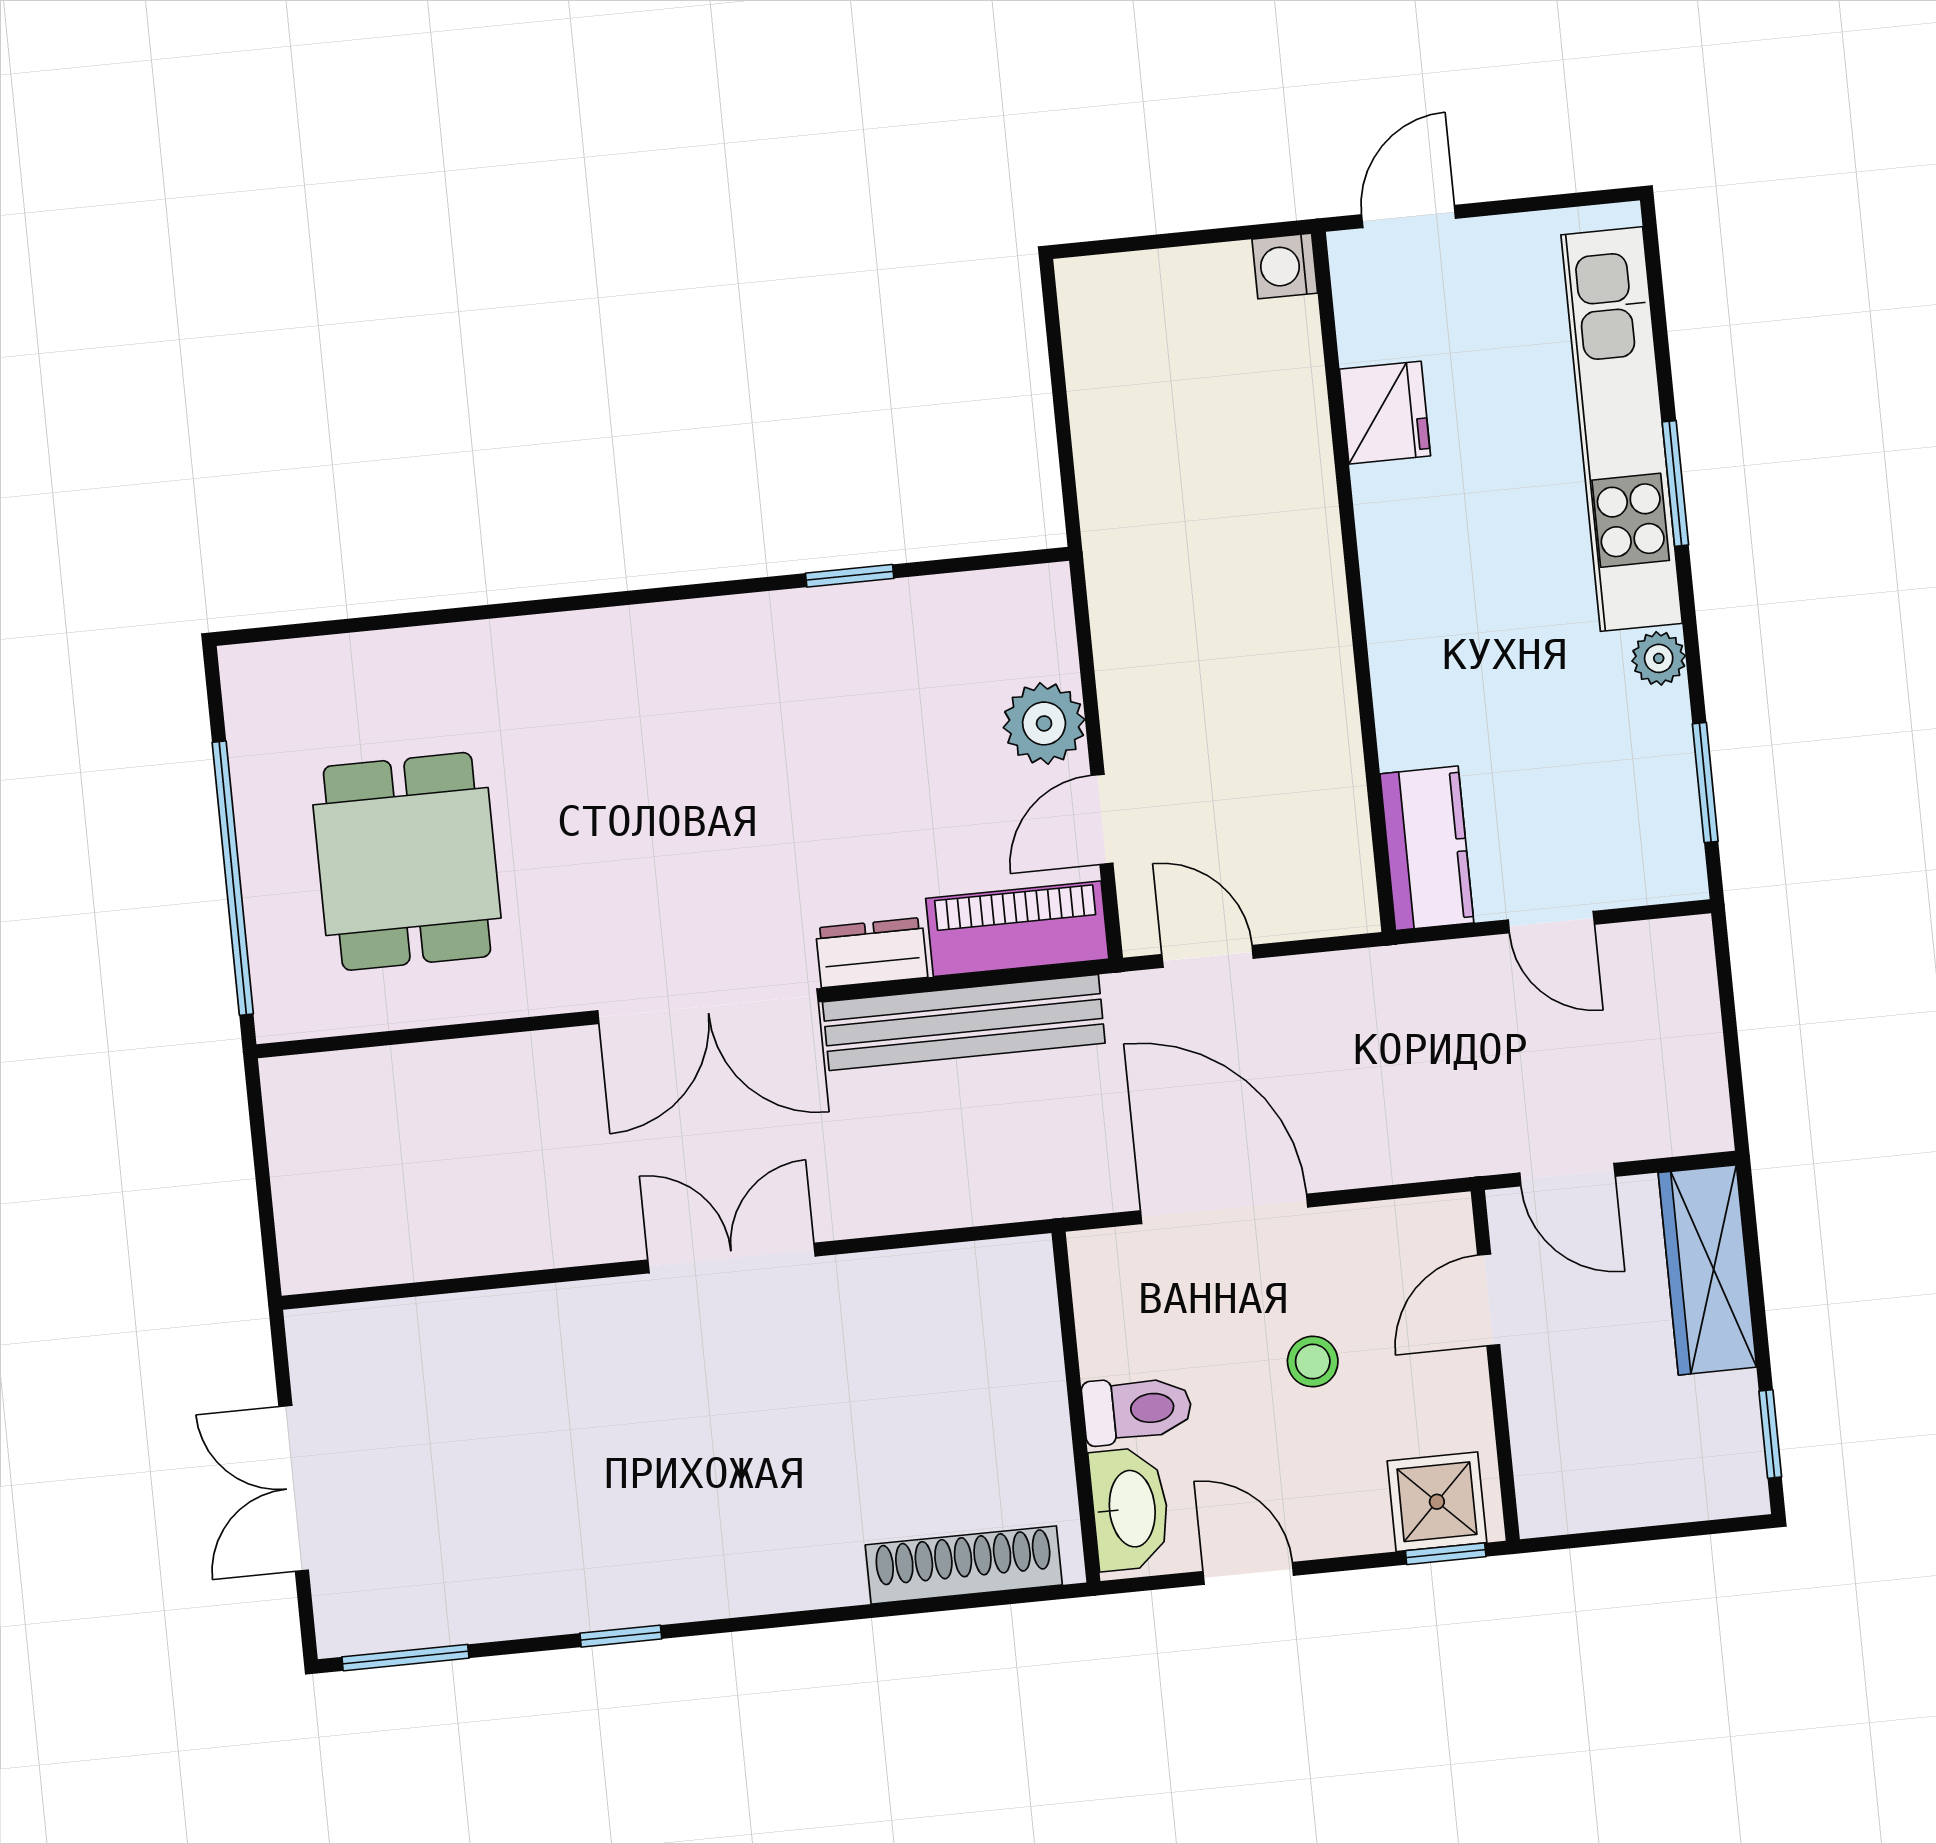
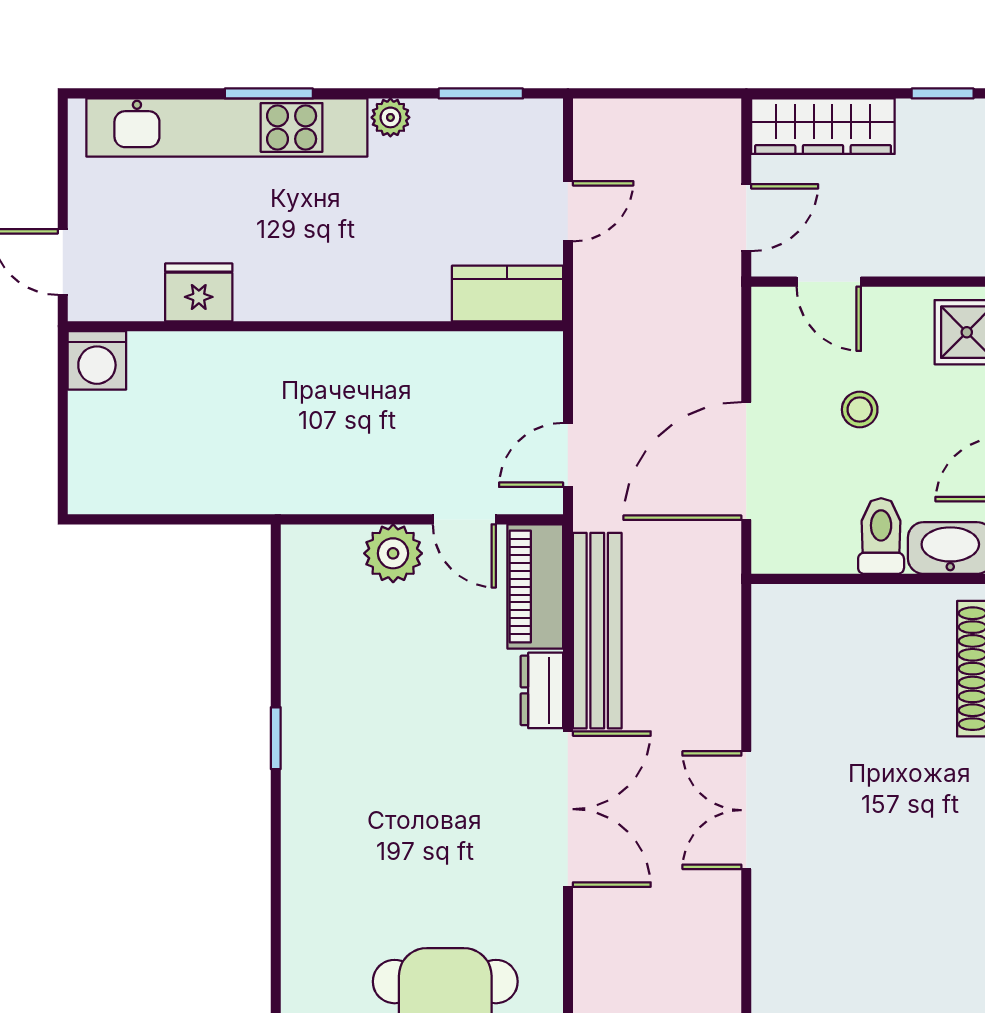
washing machine: (1285, 266) -> (97, 360), width x1.38, depth x1.38
window: (850, 576) -> (276, 738), moved

